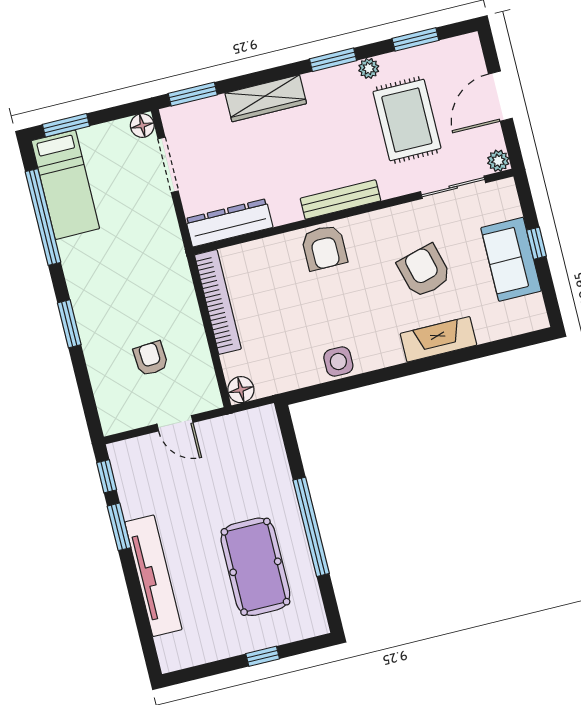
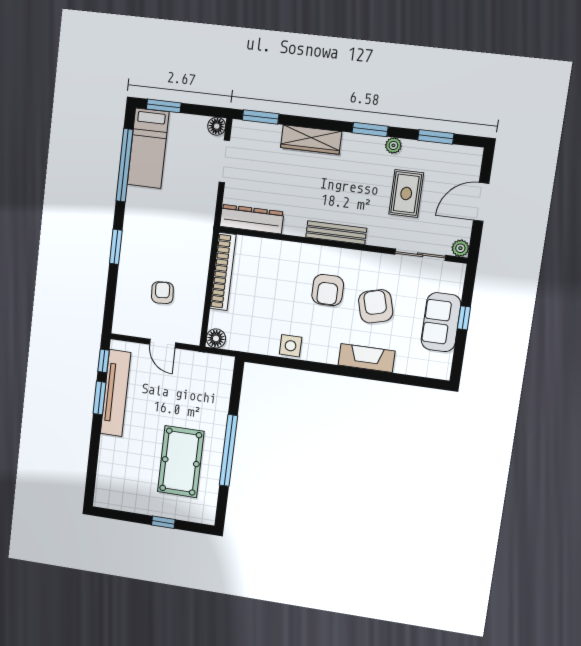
rug: (407, 120) -> (406, 194), width x0.73, depth x0.70
armchair: (324, 248) -> (328, 290), moved
tv unit: (153, 576) -> (116, 393), moved

